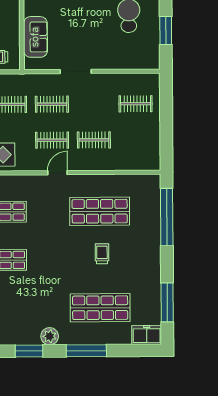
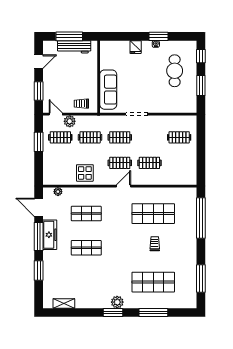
sofa: (35, 37) -> (108, 90), width x1.36
freezer: (147, 335) -> (186, 301), removed
window: (29, 351) -> (113, 313), moved
window: (86, 351) -> (153, 313), moved

